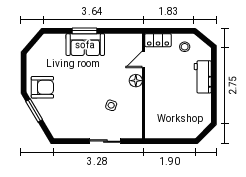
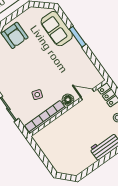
sofa: (85, 45) -> (57, 29), moved
bookcase: (137, 113) -> (45, 117), added

